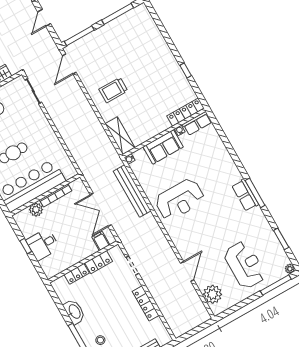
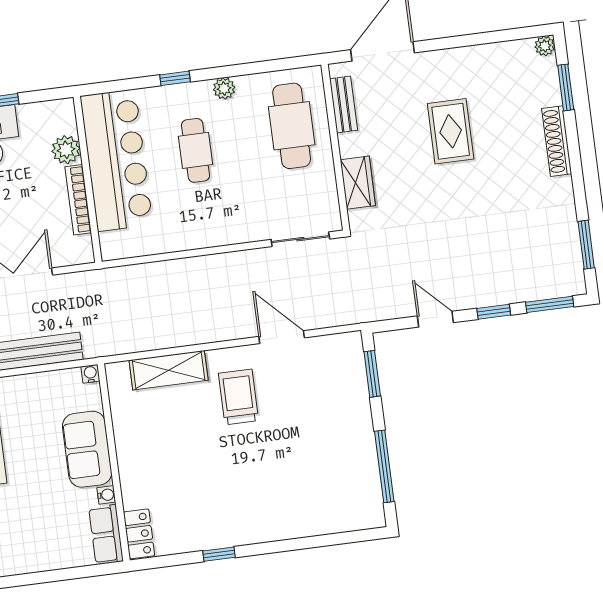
window: (79, 36) -> (372, 374), width x0.69
door: (69, 64) -> (282, 337), moved
locker: (185, 112) -> (139, 534), width x0.66
shelving: (120, 136) -> (169, 370), moved

